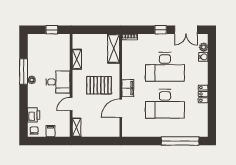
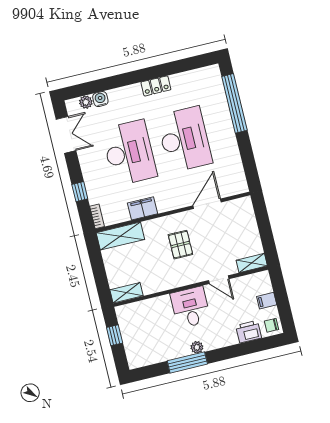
window: (161, 30) -> (80, 192), moved
shelving: (77, 59) -> (127, 293), moved
pallet: (99, 85) -> (180, 245), width x0.67, depth x0.71
filing cabinet: (128, 88) -> (142, 208), moved
door: (121, 108) -> (207, 204), swing flipped

